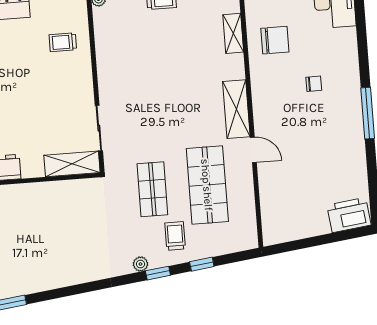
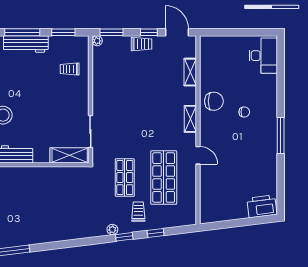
chair: (275, 40) -> (214, 101), moved
shelving: (236, 109) -> (190, 119), width x0.67, depth x0.75

